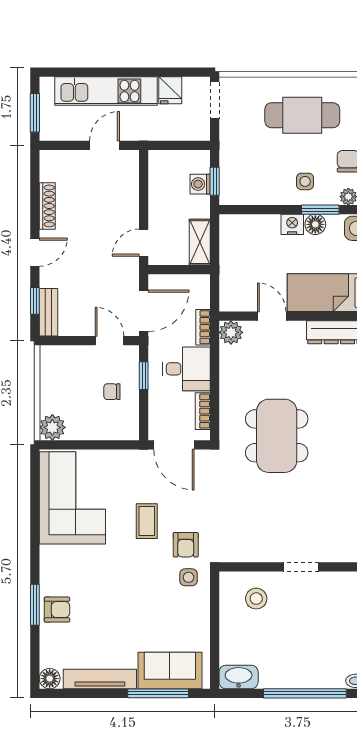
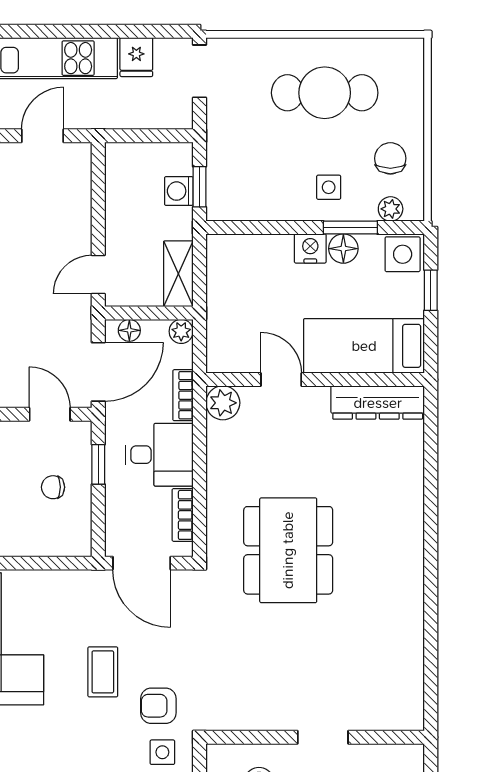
floor lamp: (165, 282) -> (129, 330), added
plant: (202, 282) -> (181, 331), added
armchair: (186, 545) -> (158, 706), turned 90

